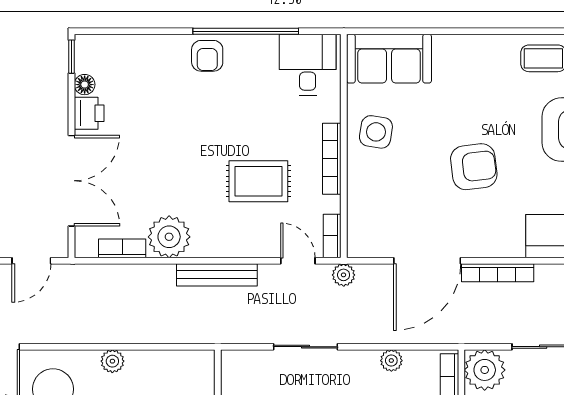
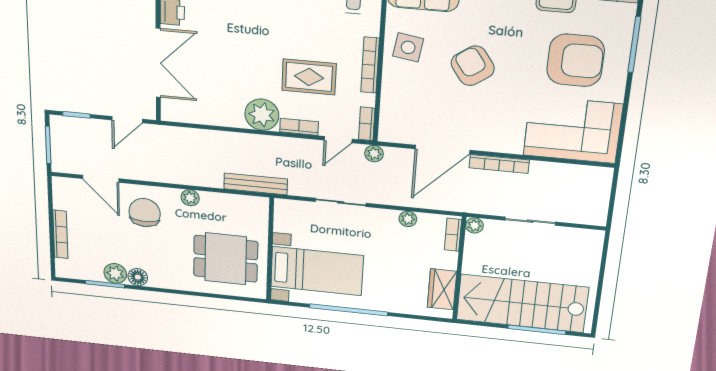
armchair: (474, 167) -> (473, 66), moved, turned -118
plant: (169, 237) -> (262, 115), moved
bookcase: (122, 248) -> (299, 127), moved
door: (298, 261) -> (338, 140), swing flipped
bench: (217, 275) -> (256, 184), moved
plant: (485, 370) -> (474, 225), width x0.53, depth x0.53

